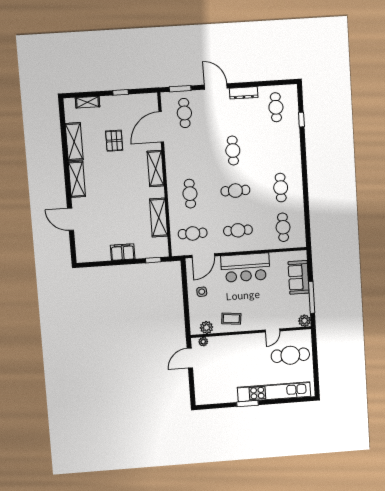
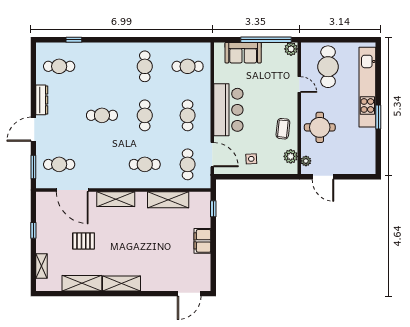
cafe table: (281, 188) -> (145, 66), turned 90
door: (71, 219) -> (189, 294), moved
window: (312, 297) -> (266, 40), width x1.46
round table: (235, 352) -> (320, 127), added

